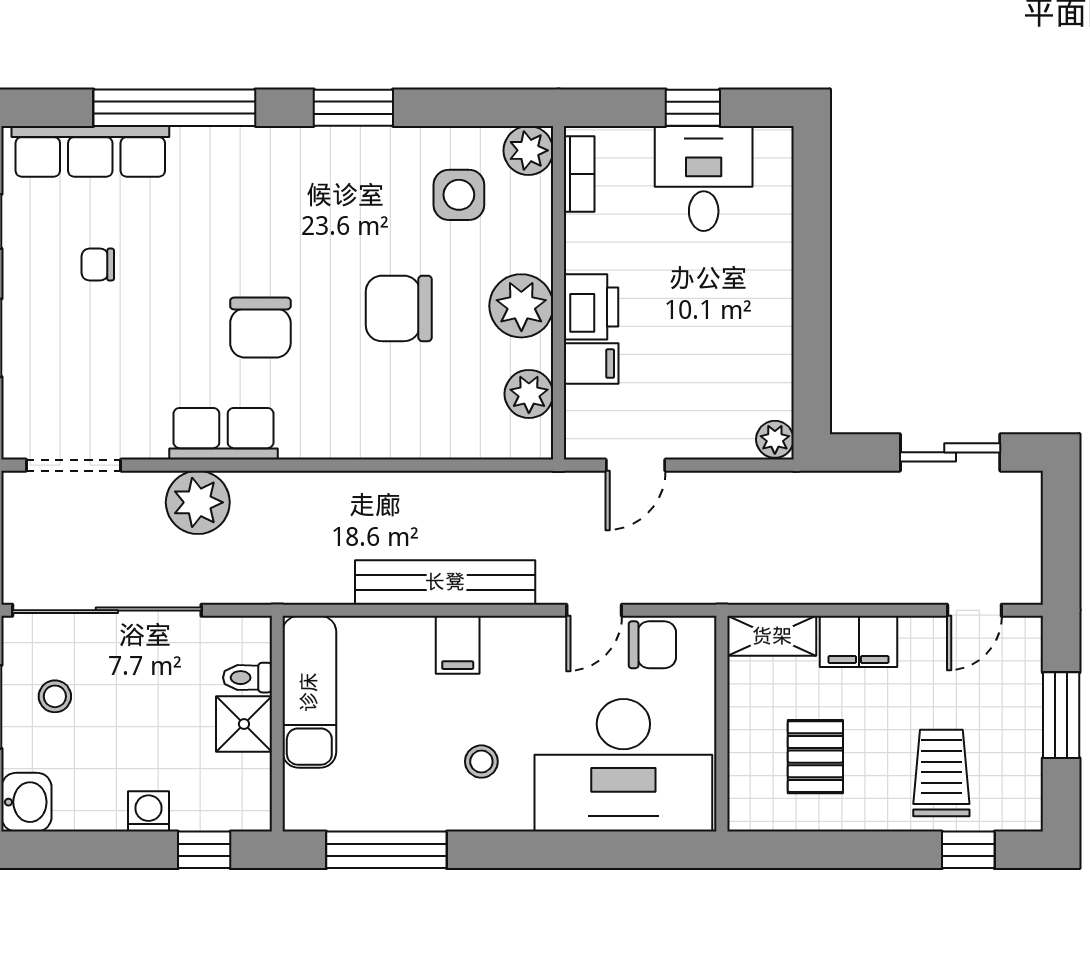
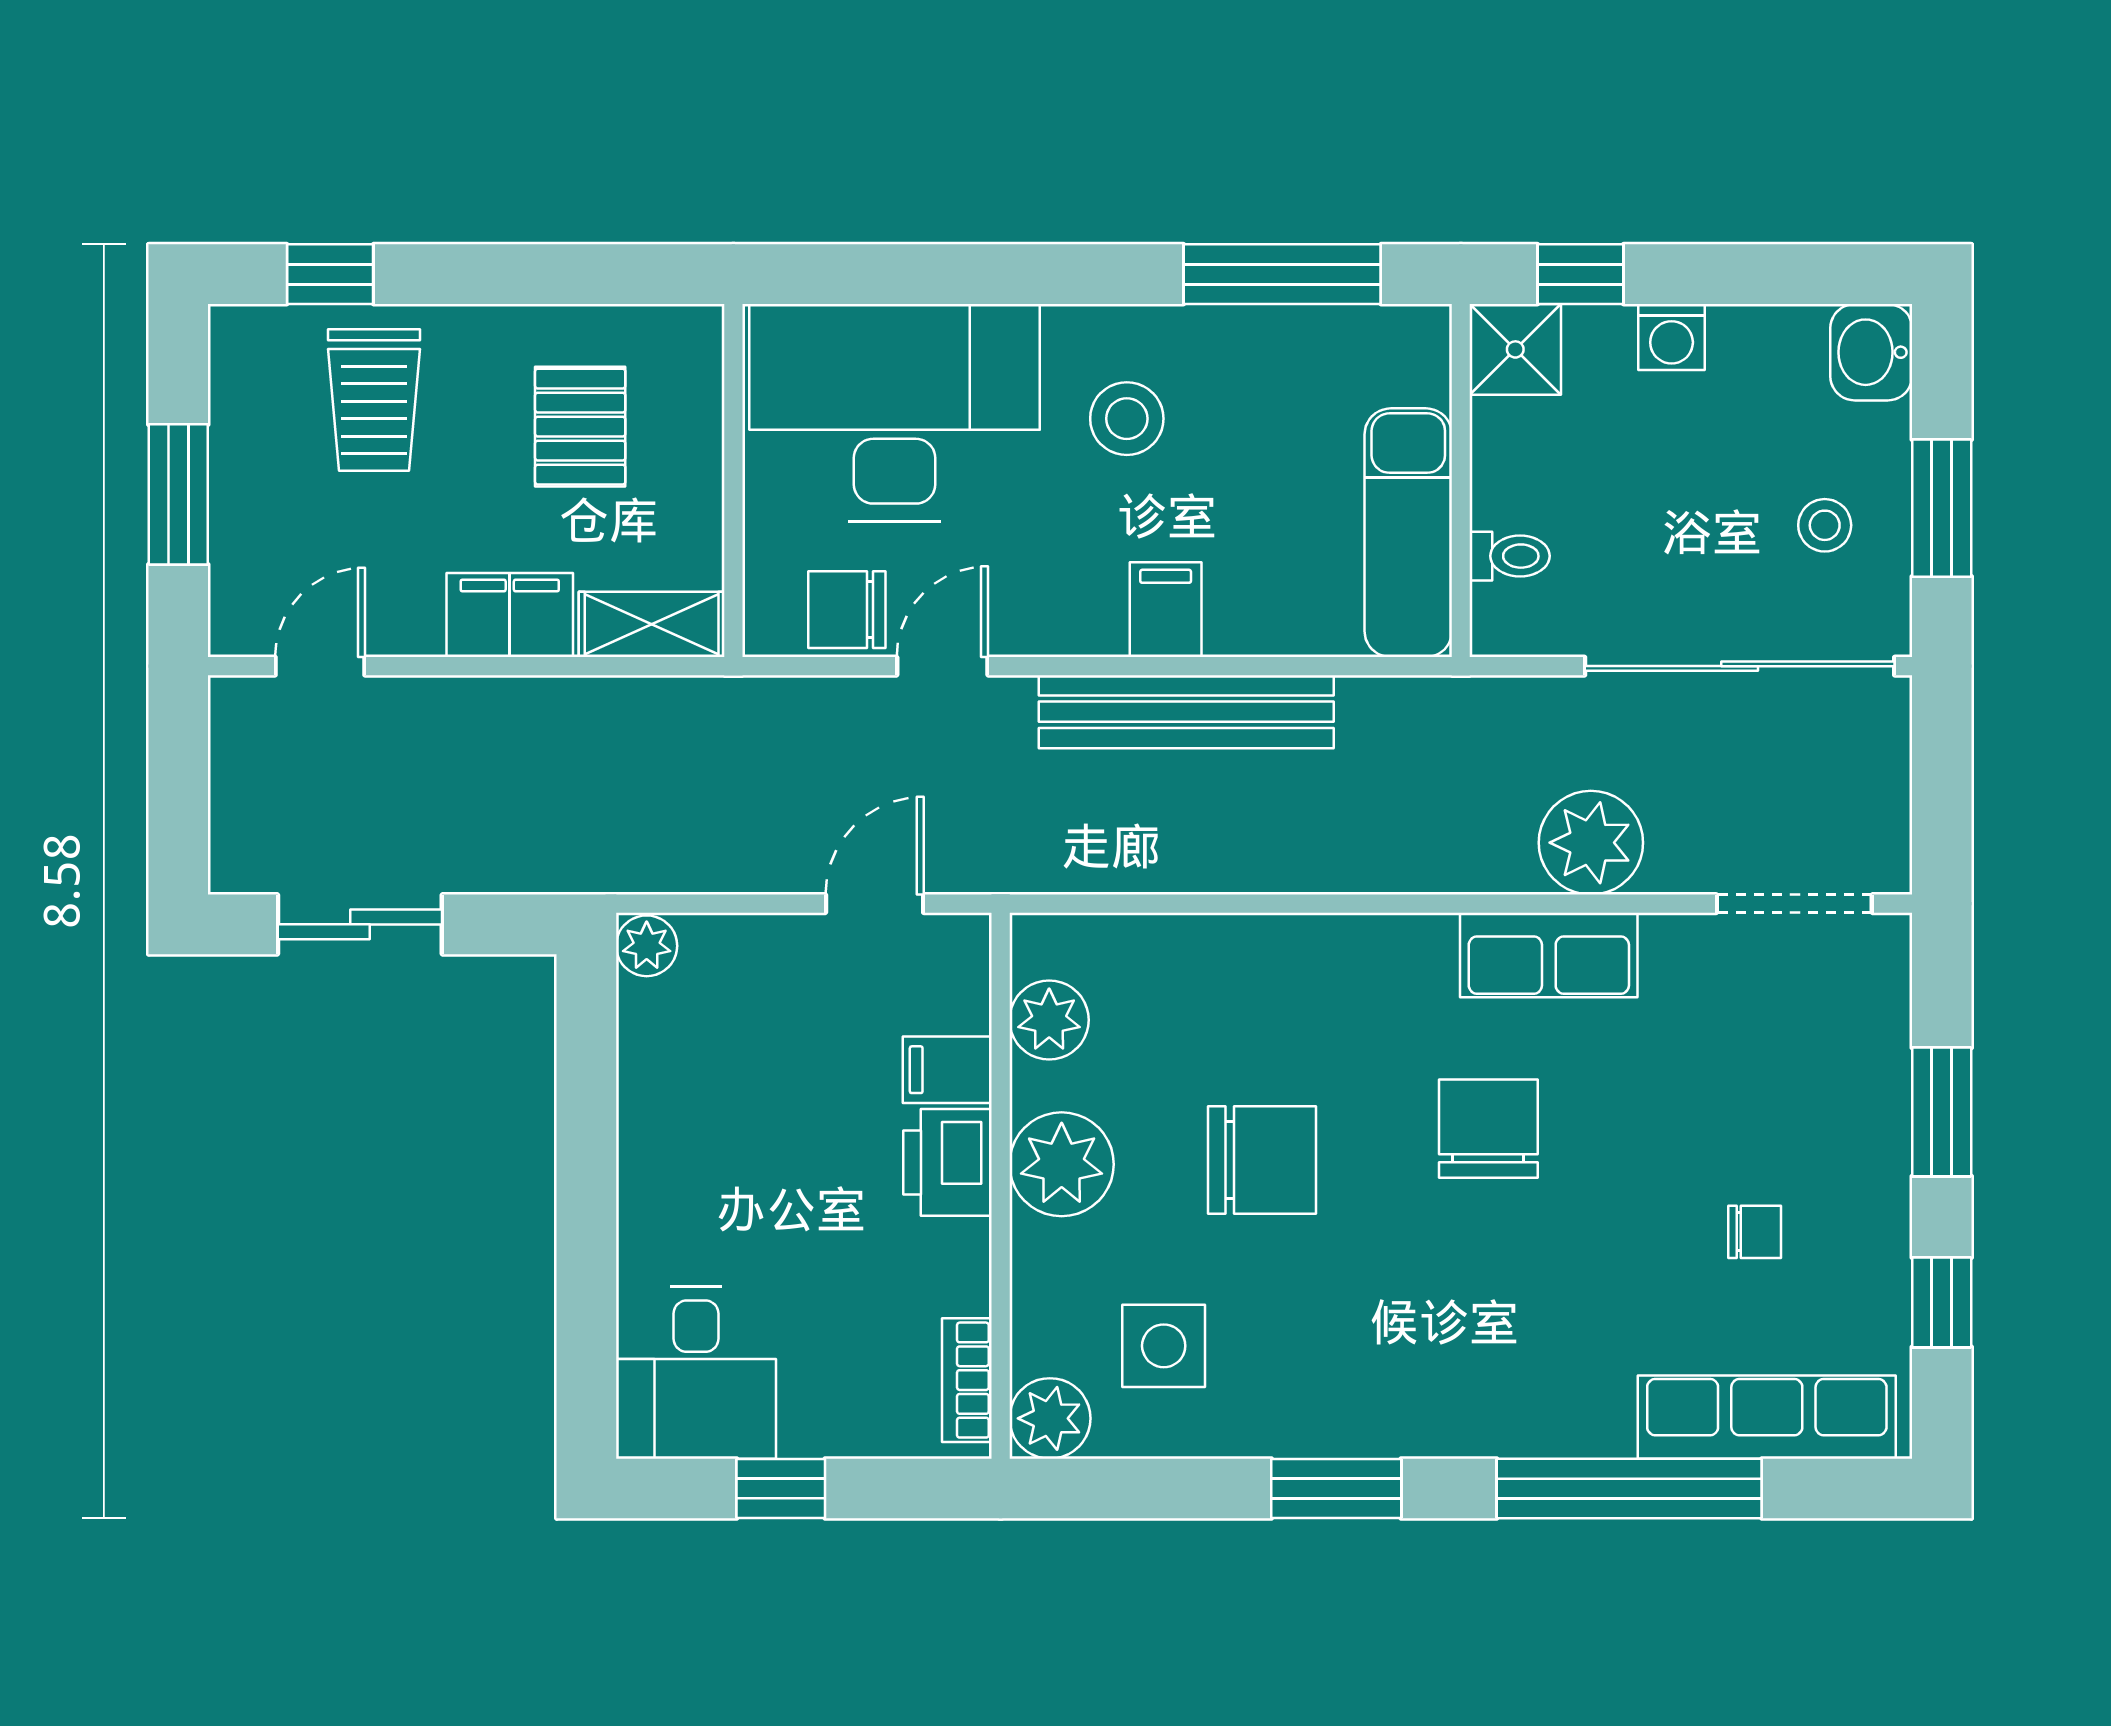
desk: (704, 178) -> (696, 1373), moved
shower: (244, 724) -> (1515, 349), moved
stool: (481, 762) -> (1127, 419), width x1.37, depth x1.37

